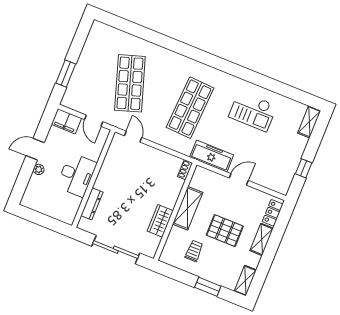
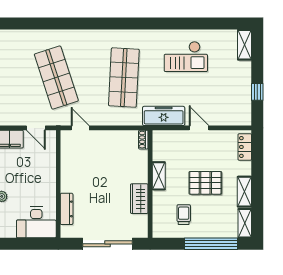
desk: (77, 175) -> (36, 222), moved, turned 90
door: (239, 179) -> (199, 128), hinge flipped
shelving: (188, 208) -> (159, 176), width x0.67, depth x0.75
shelving: (262, 239) -> (244, 192), moved
window: (208, 287) -> (211, 244), width x2.11

